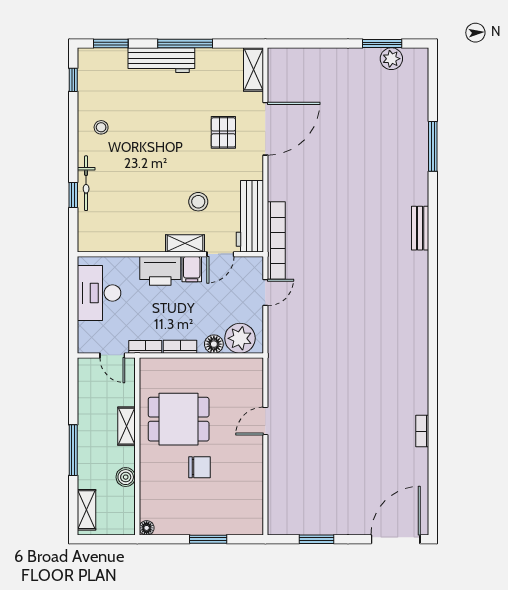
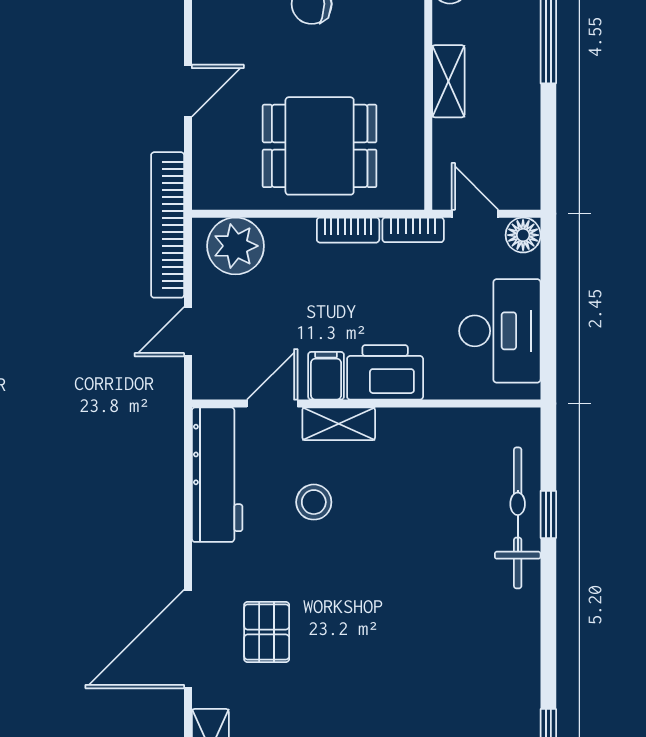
stool: (101, 127) -> (496, 642), removed
bicycle: (86, 183) -> (518, 518), width x1.37, depth x1.40
bookcase: (276, 241) -> (168, 225), moved
floor lamp: (214, 344) -> (523, 235), moved
dining table: (179, 419) -> (320, 146), moved

